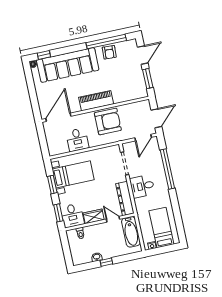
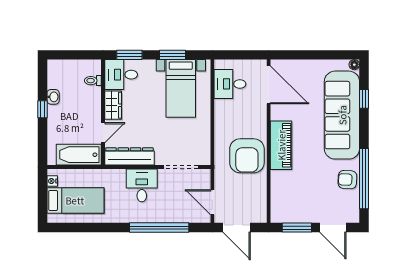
window: (44, 55) -> (364, 99), moved
desk: (77, 140) -> (230, 84), moved

